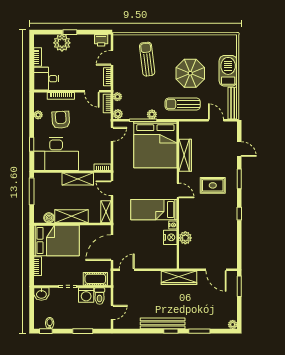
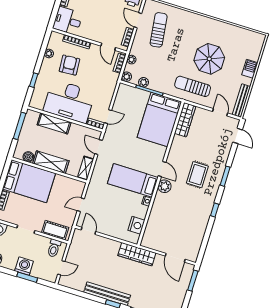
door: (112, 58) -> (138, 20), hinge flipped
sun lounger: (147, 59) -> (159, 30), moved
barbecue: (228, 71) -> (250, 69), width x0.53, depth x0.65
plant: (152, 114) -> (144, 82), moved
door: (112, 134) -> (108, 117), moved
bed: (155, 145) -> (159, 119), width x0.73
door: (239, 149) -> (238, 136), moved
desk: (56, 154) -> (69, 101), moved
wardrobe: (185, 155) -> (185, 120), moved
shelving: (78, 179) -> (54, 123), moved
rug: (213, 185) -> (197, 175), turned 90
nightstand: (170, 237) -> (136, 225), moved
plant: (185, 238) -> (165, 186), moved
door: (112, 248) -> (81, 205), width x0.53
door: (127, 270) -> (88, 231), hinge flipped
washing machine: (86, 295) -> (24, 266), moved, turned 180

